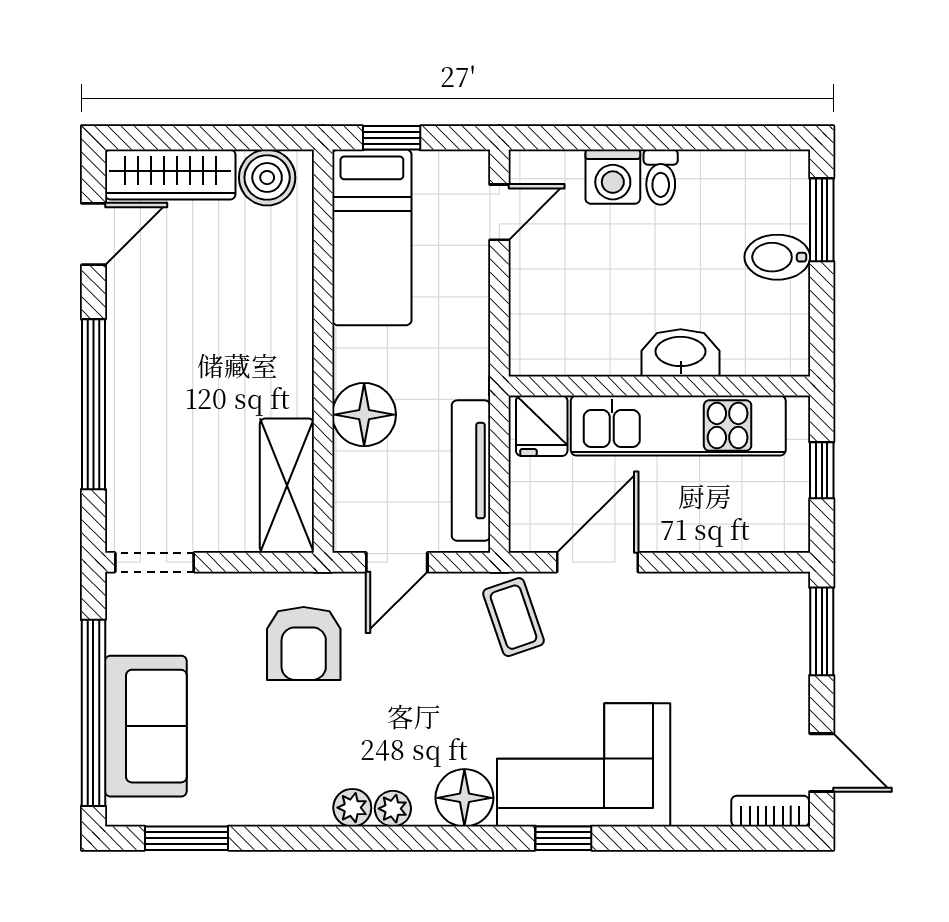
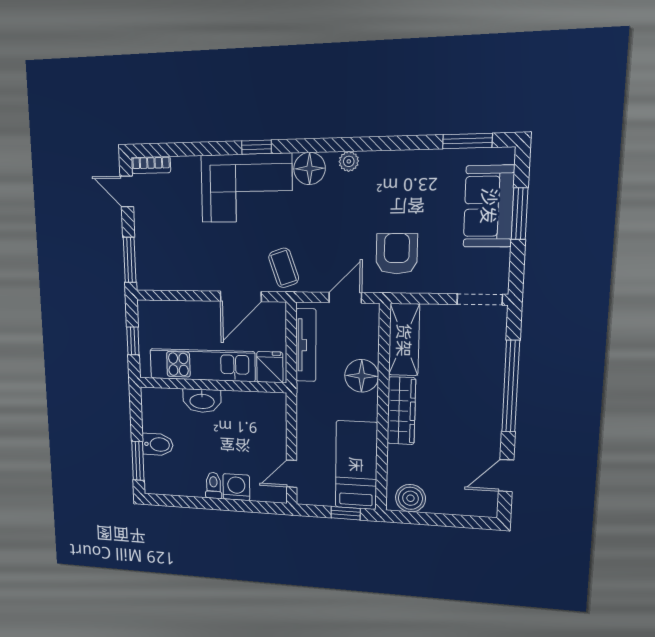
wardrobe: (170, 175) -> (401, 411), moved, turned 90
window: (93, 713) -> (520, 214), width x0.47
plant: (352, 808) -> (371, 161), removed

